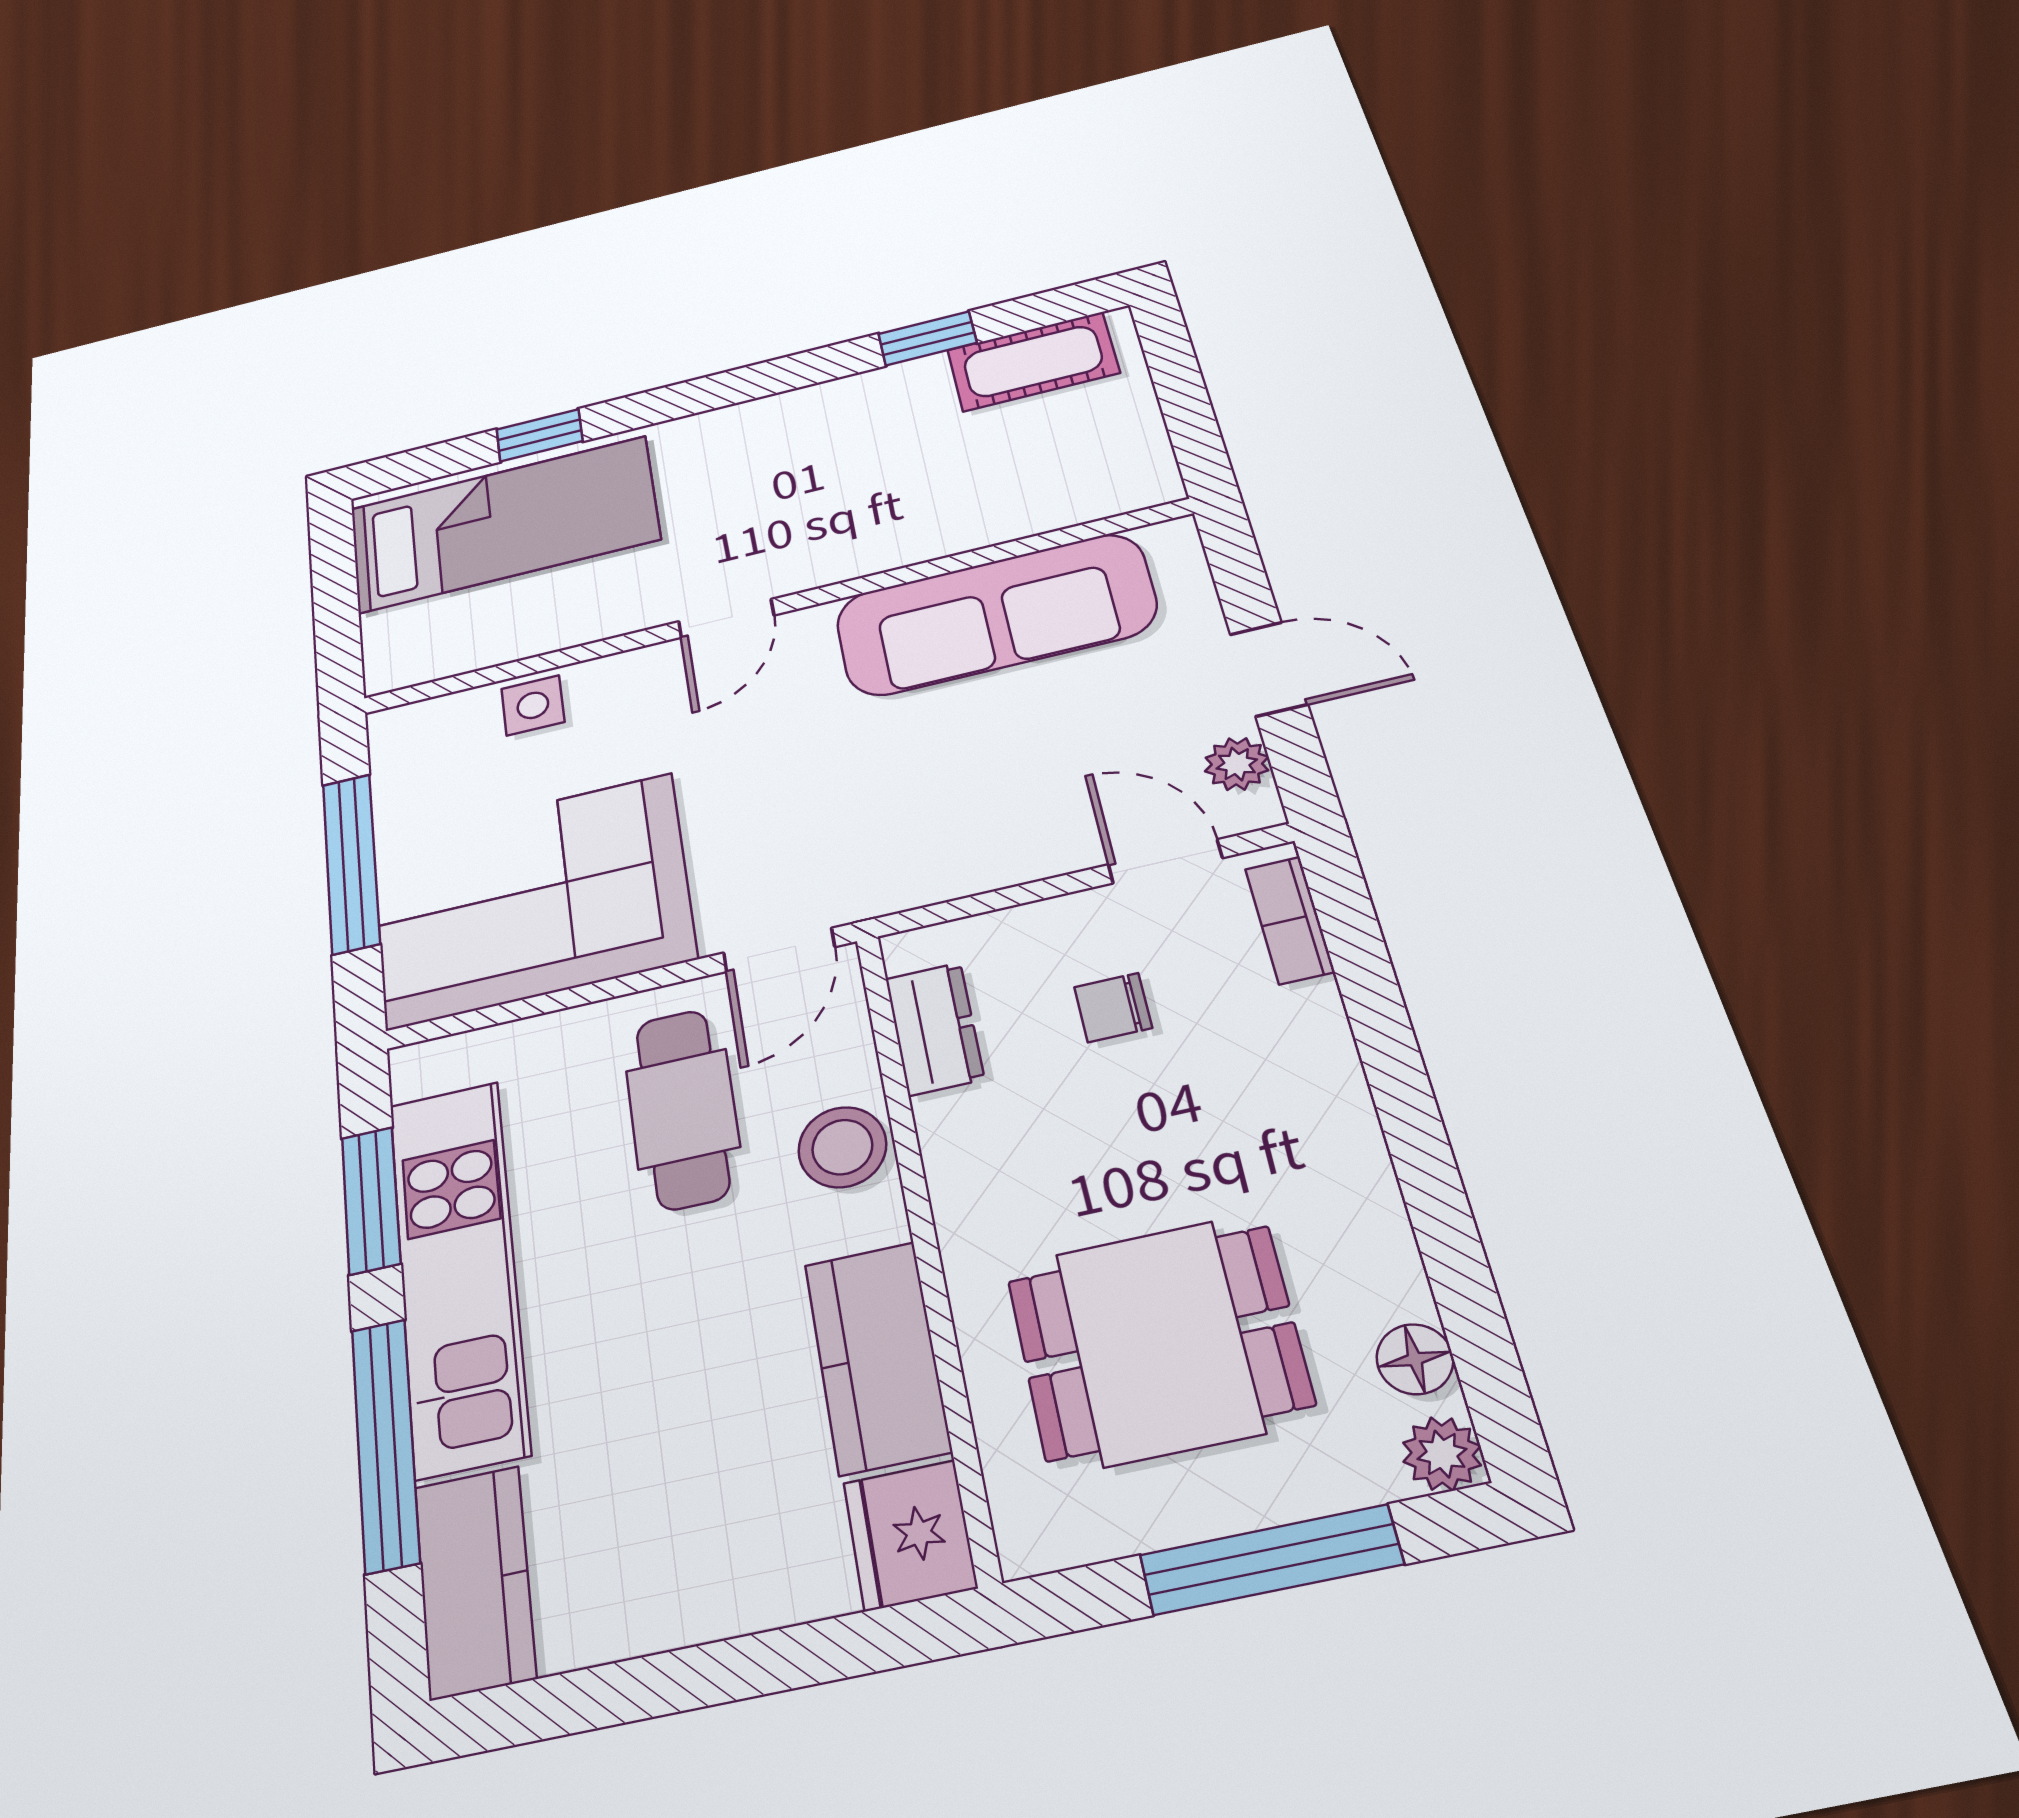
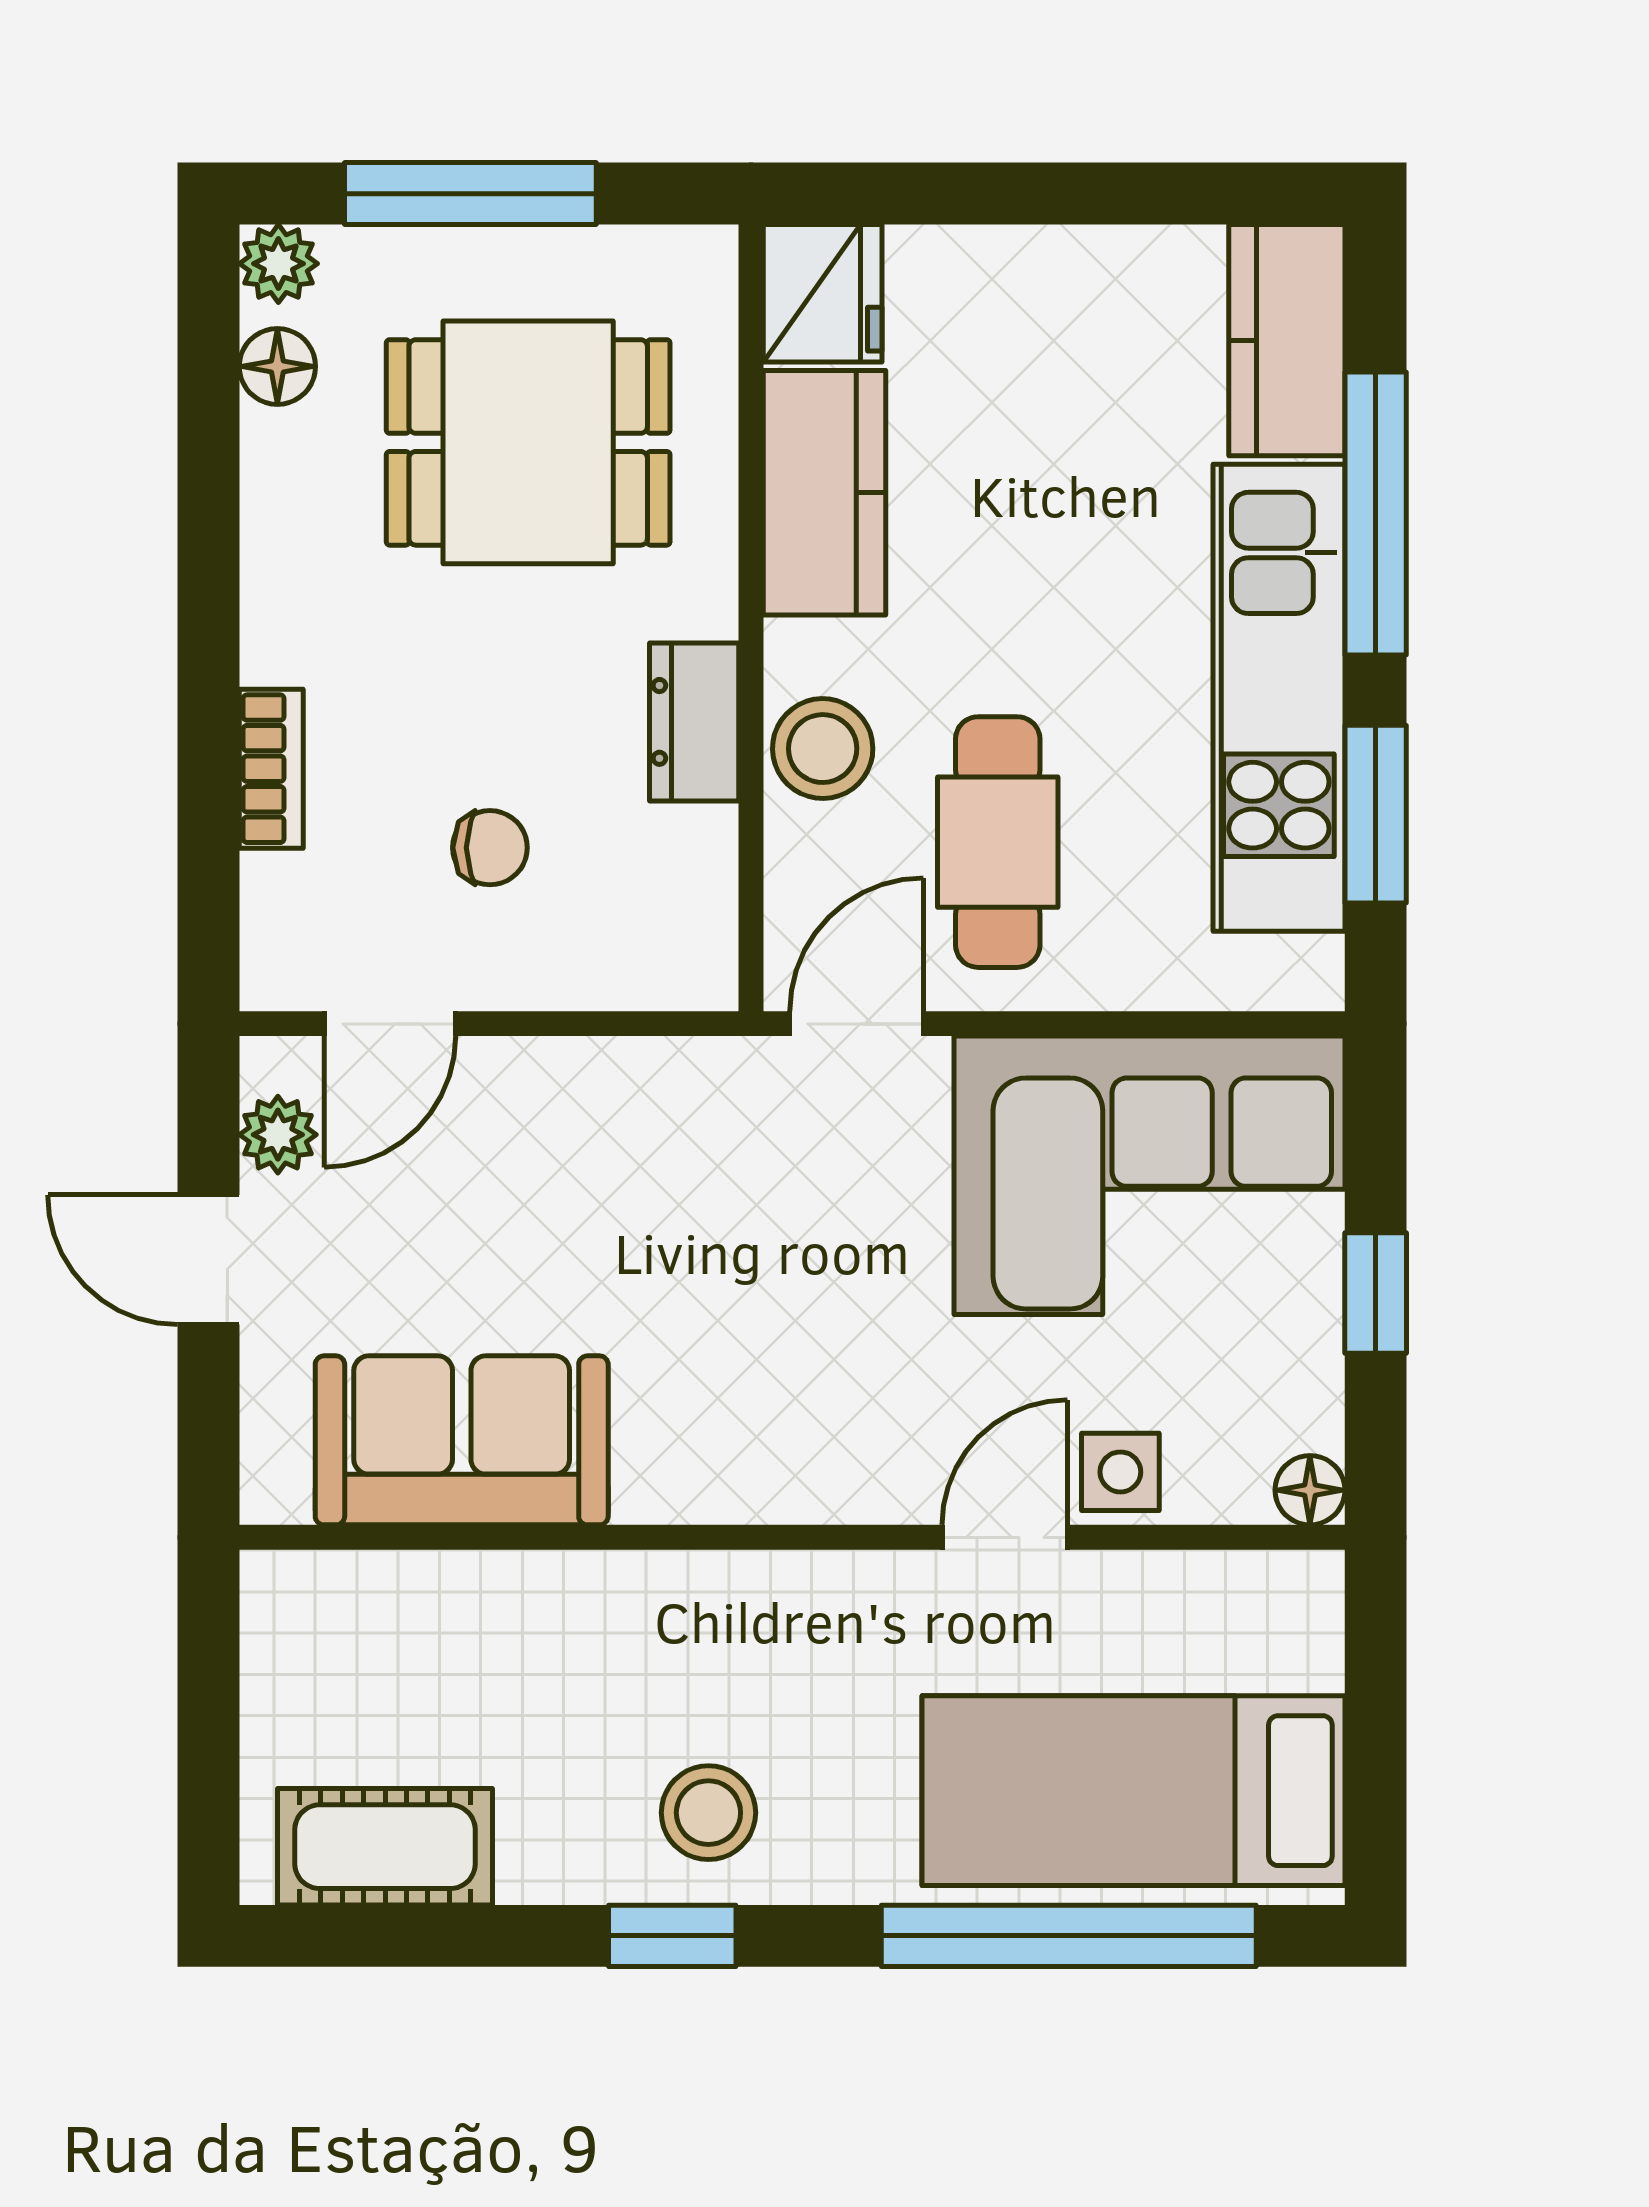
window: (927, 338) -> (672, 1936), moved
window: (540, 435) -> (1069, 1936), width x3.17
stool: (804, 437) -> (708, 1813), added
sofa: (995, 614) -> (462, 1440), width x0.73
door: (726, 618) -> (1005, 1537), moved
floor lamp: (392, 728) -> (1310, 1490), added
door: (1165, 861) -> (390, 1024), hinge flipped
window: (351, 863) -> (1376, 1293), width x0.46
bookcase: (1290, 920) -> (271, 769), moved
dresser: (934, 1029) -> (694, 722), moved

